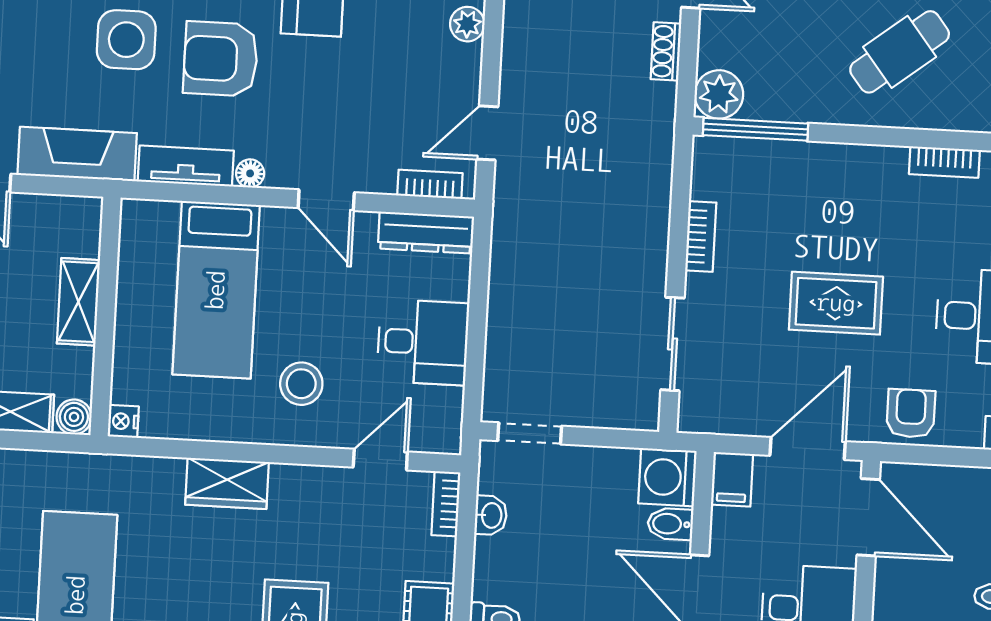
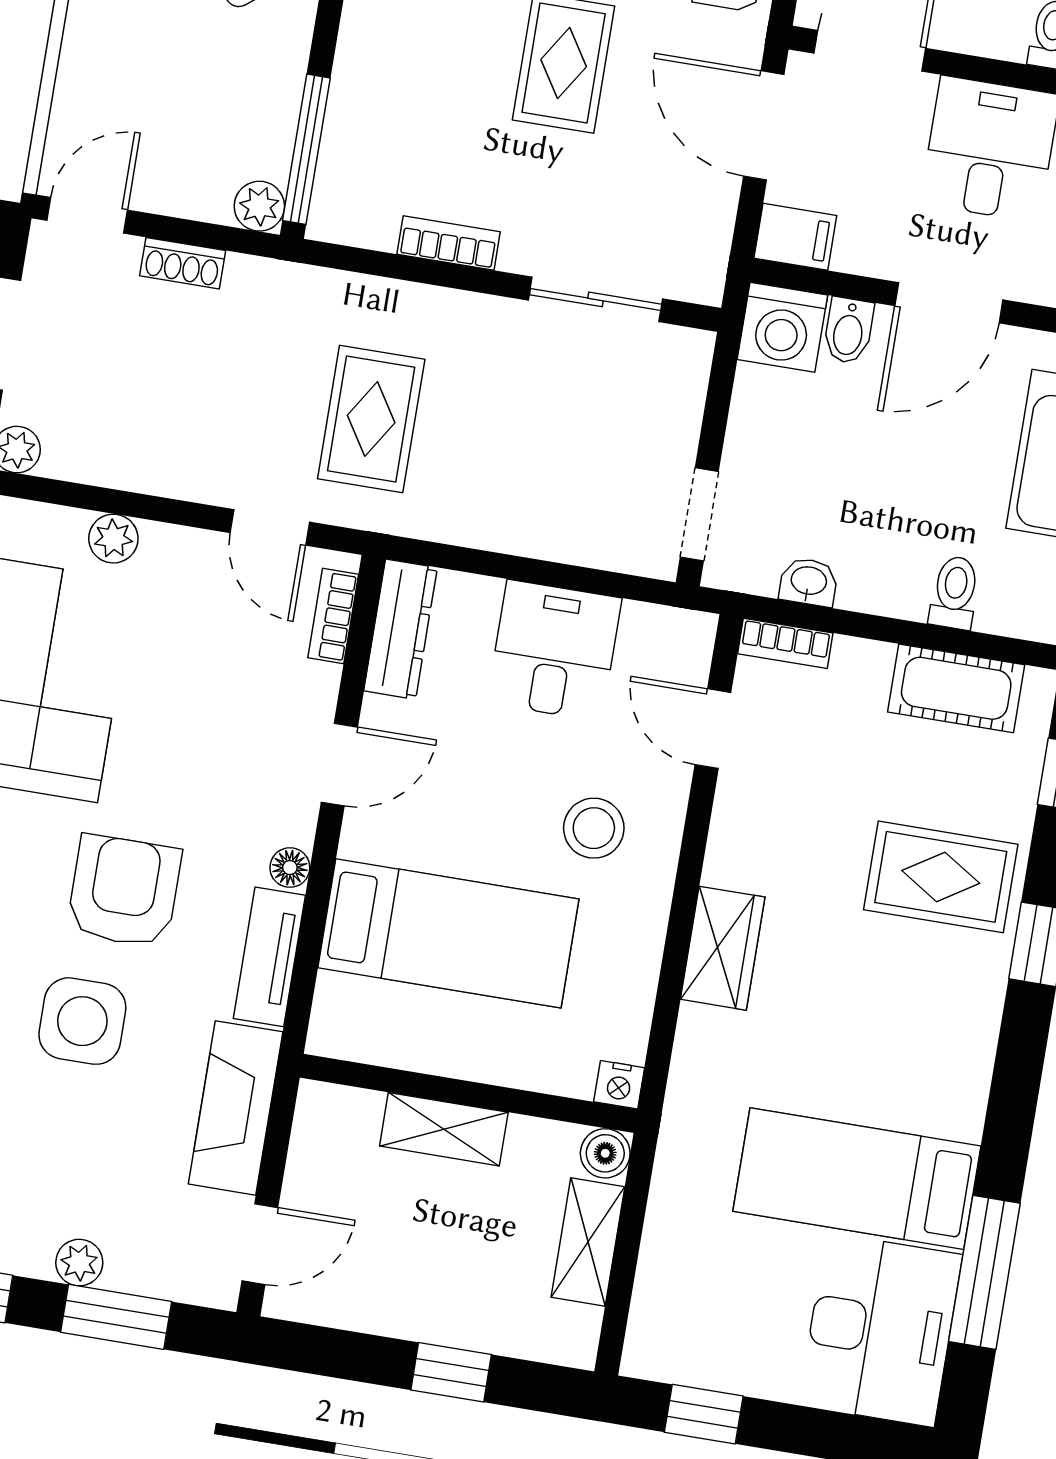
armchair: (221, 59) -> (124, 891), turned 180
plant: (719, 94) -> (259, 206), width x0.73, depth x0.73
rug: (571, 196) -> (371, 419), added

